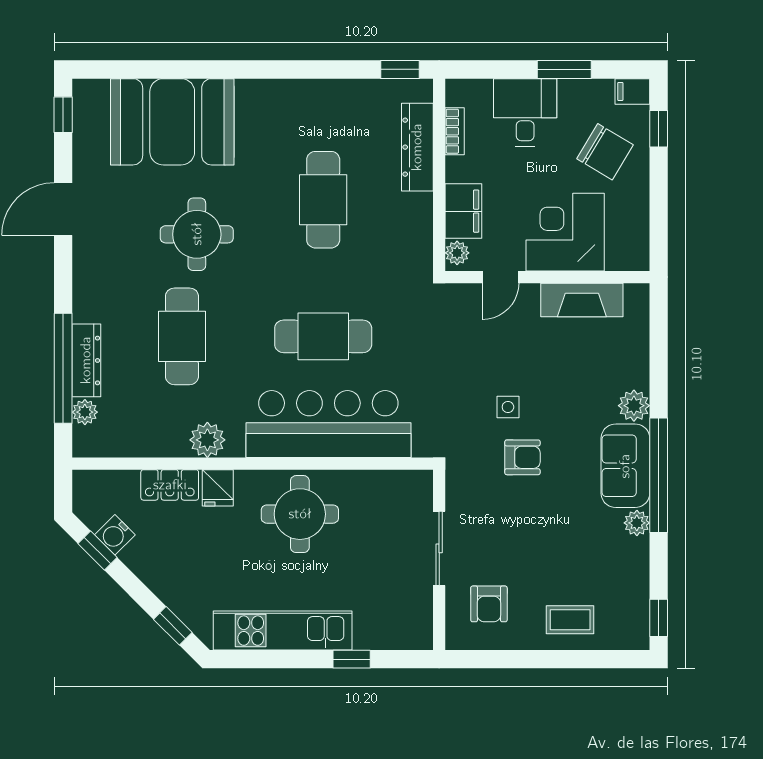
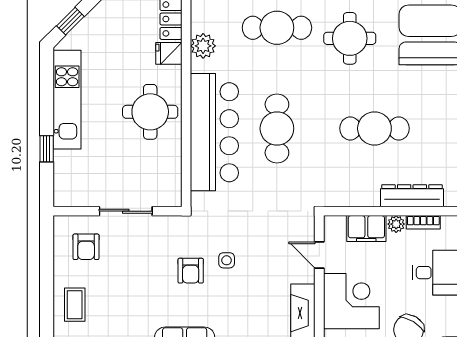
plant: (457, 253) -> (396, 224), moved
armchair: (489, 604) -> (86, 247), turned -90

